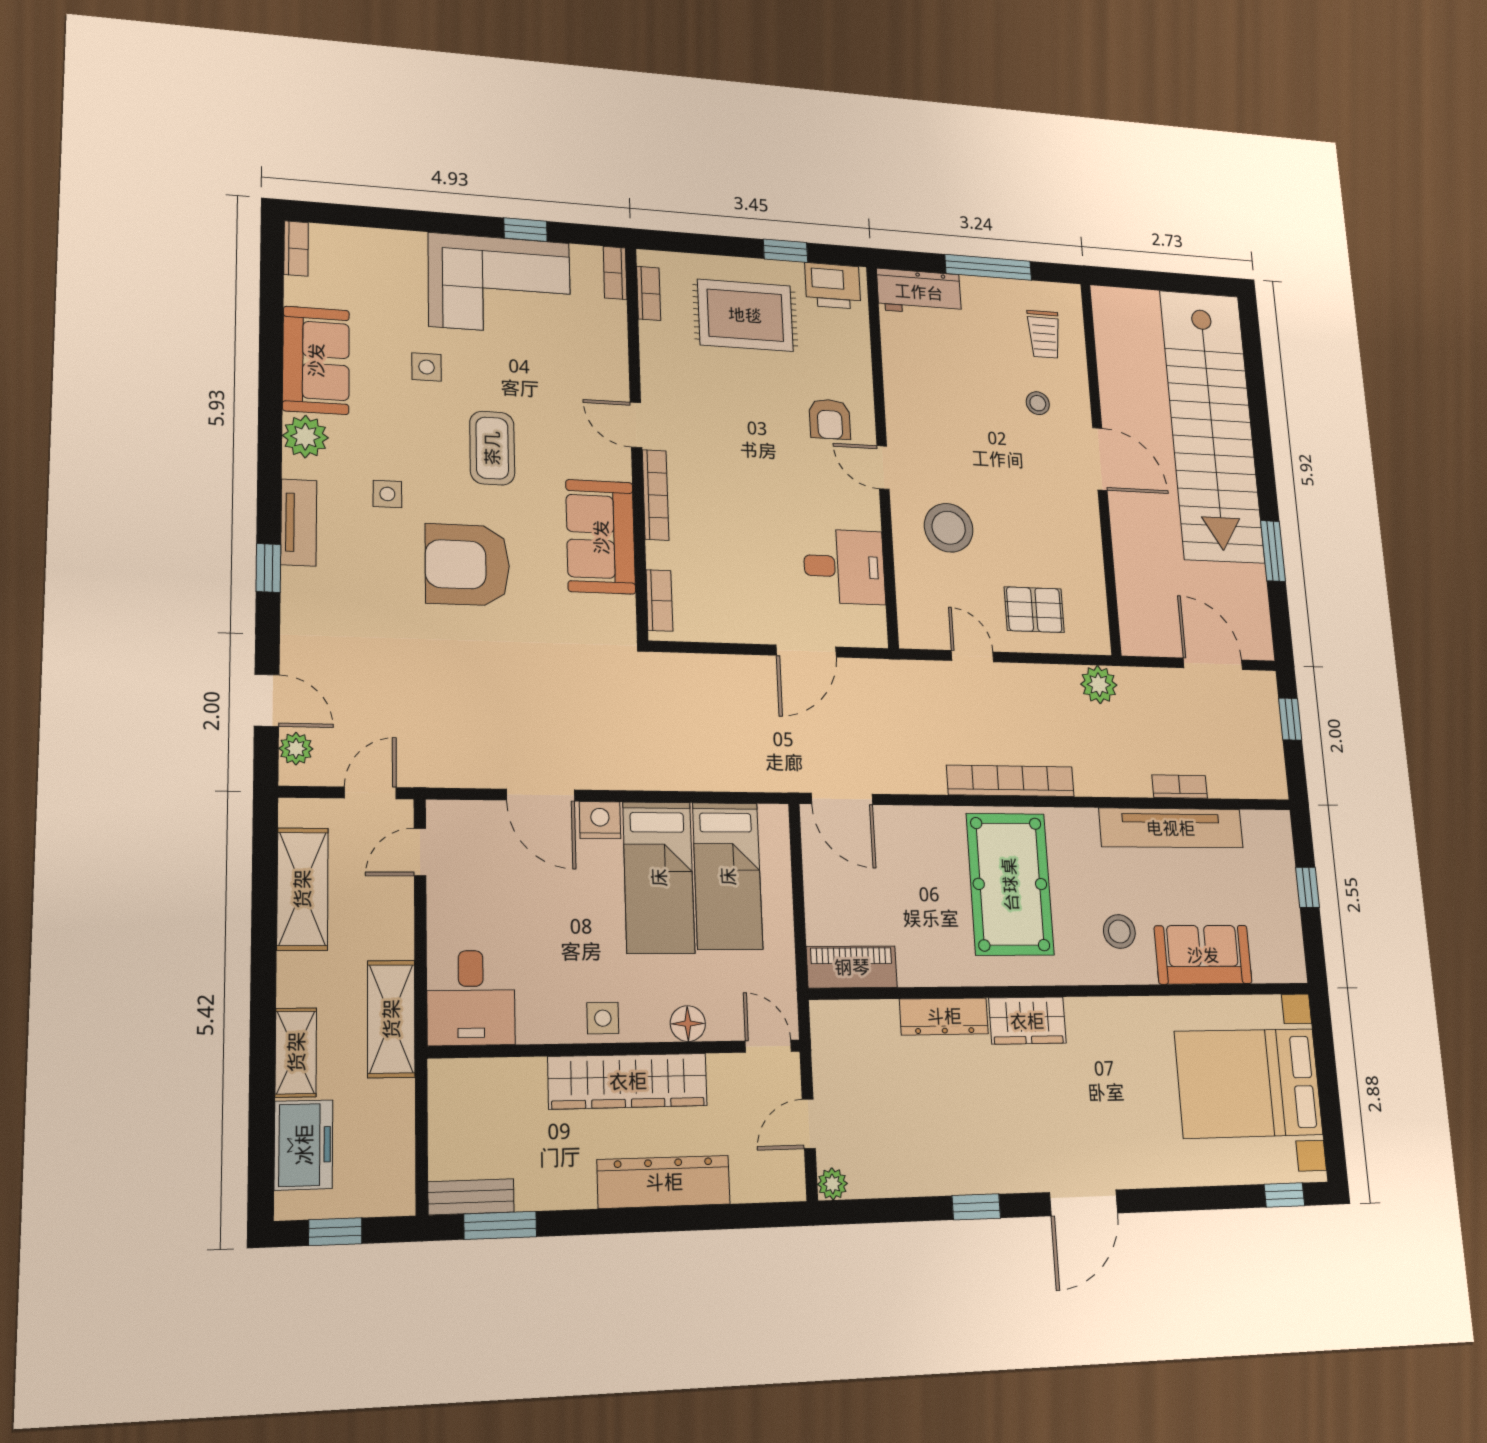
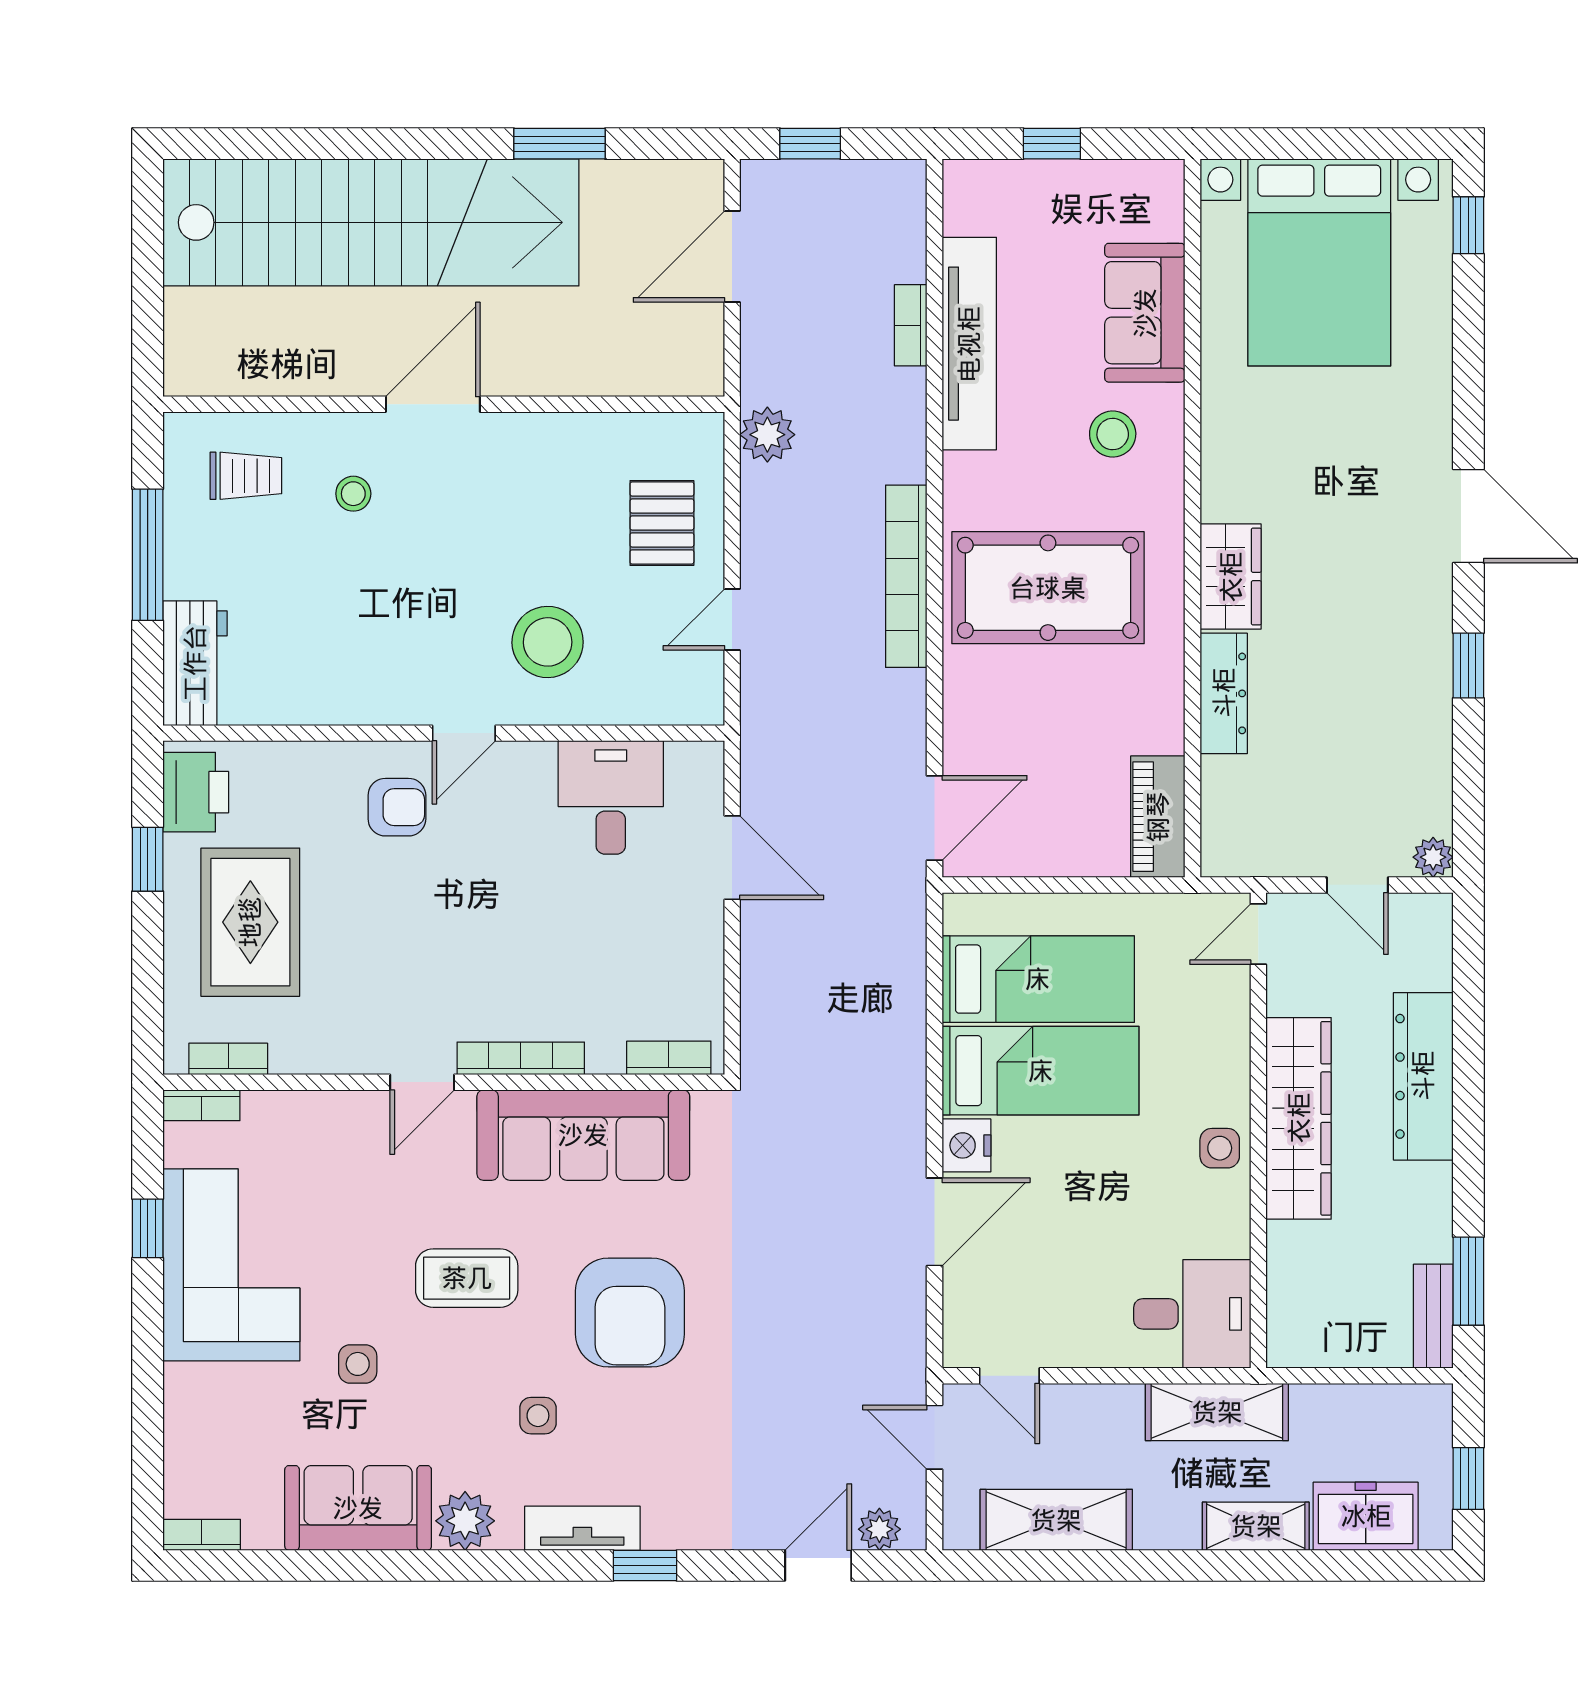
sofa: (601, 537) -> (583, 1135), width x1.36
floor lamp: (688, 1024) -> (1228, 1039), removed

